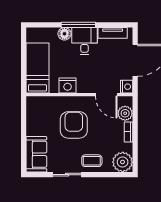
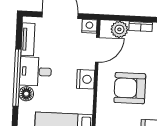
window: (78, 25) -> (17, 78), width x1.46
nightstand: (68, 86) -> (86, 79), moved

